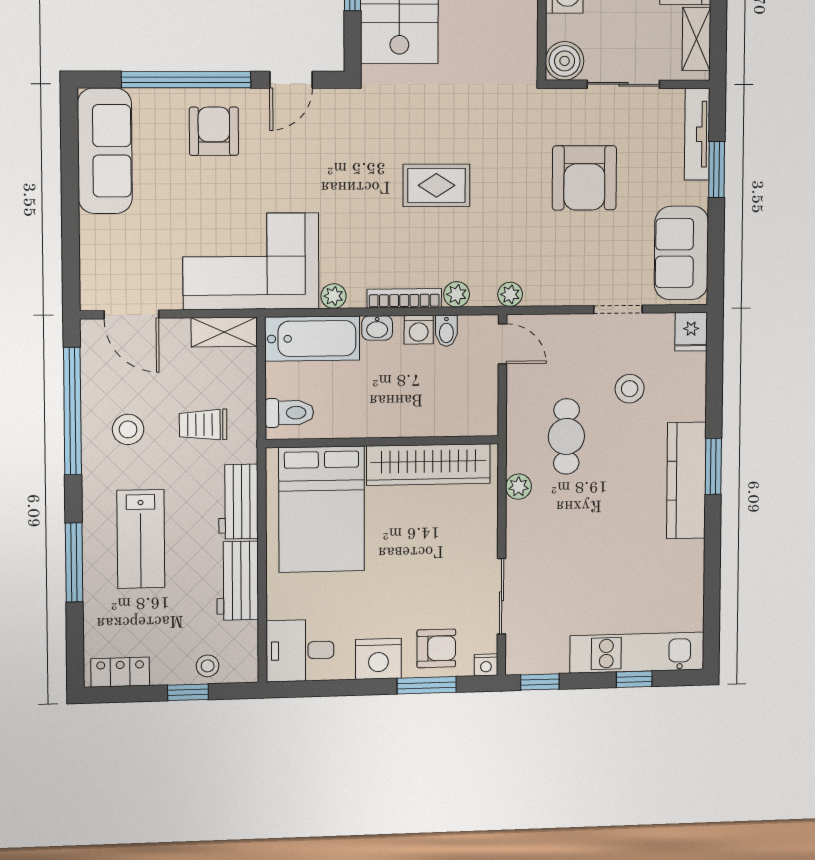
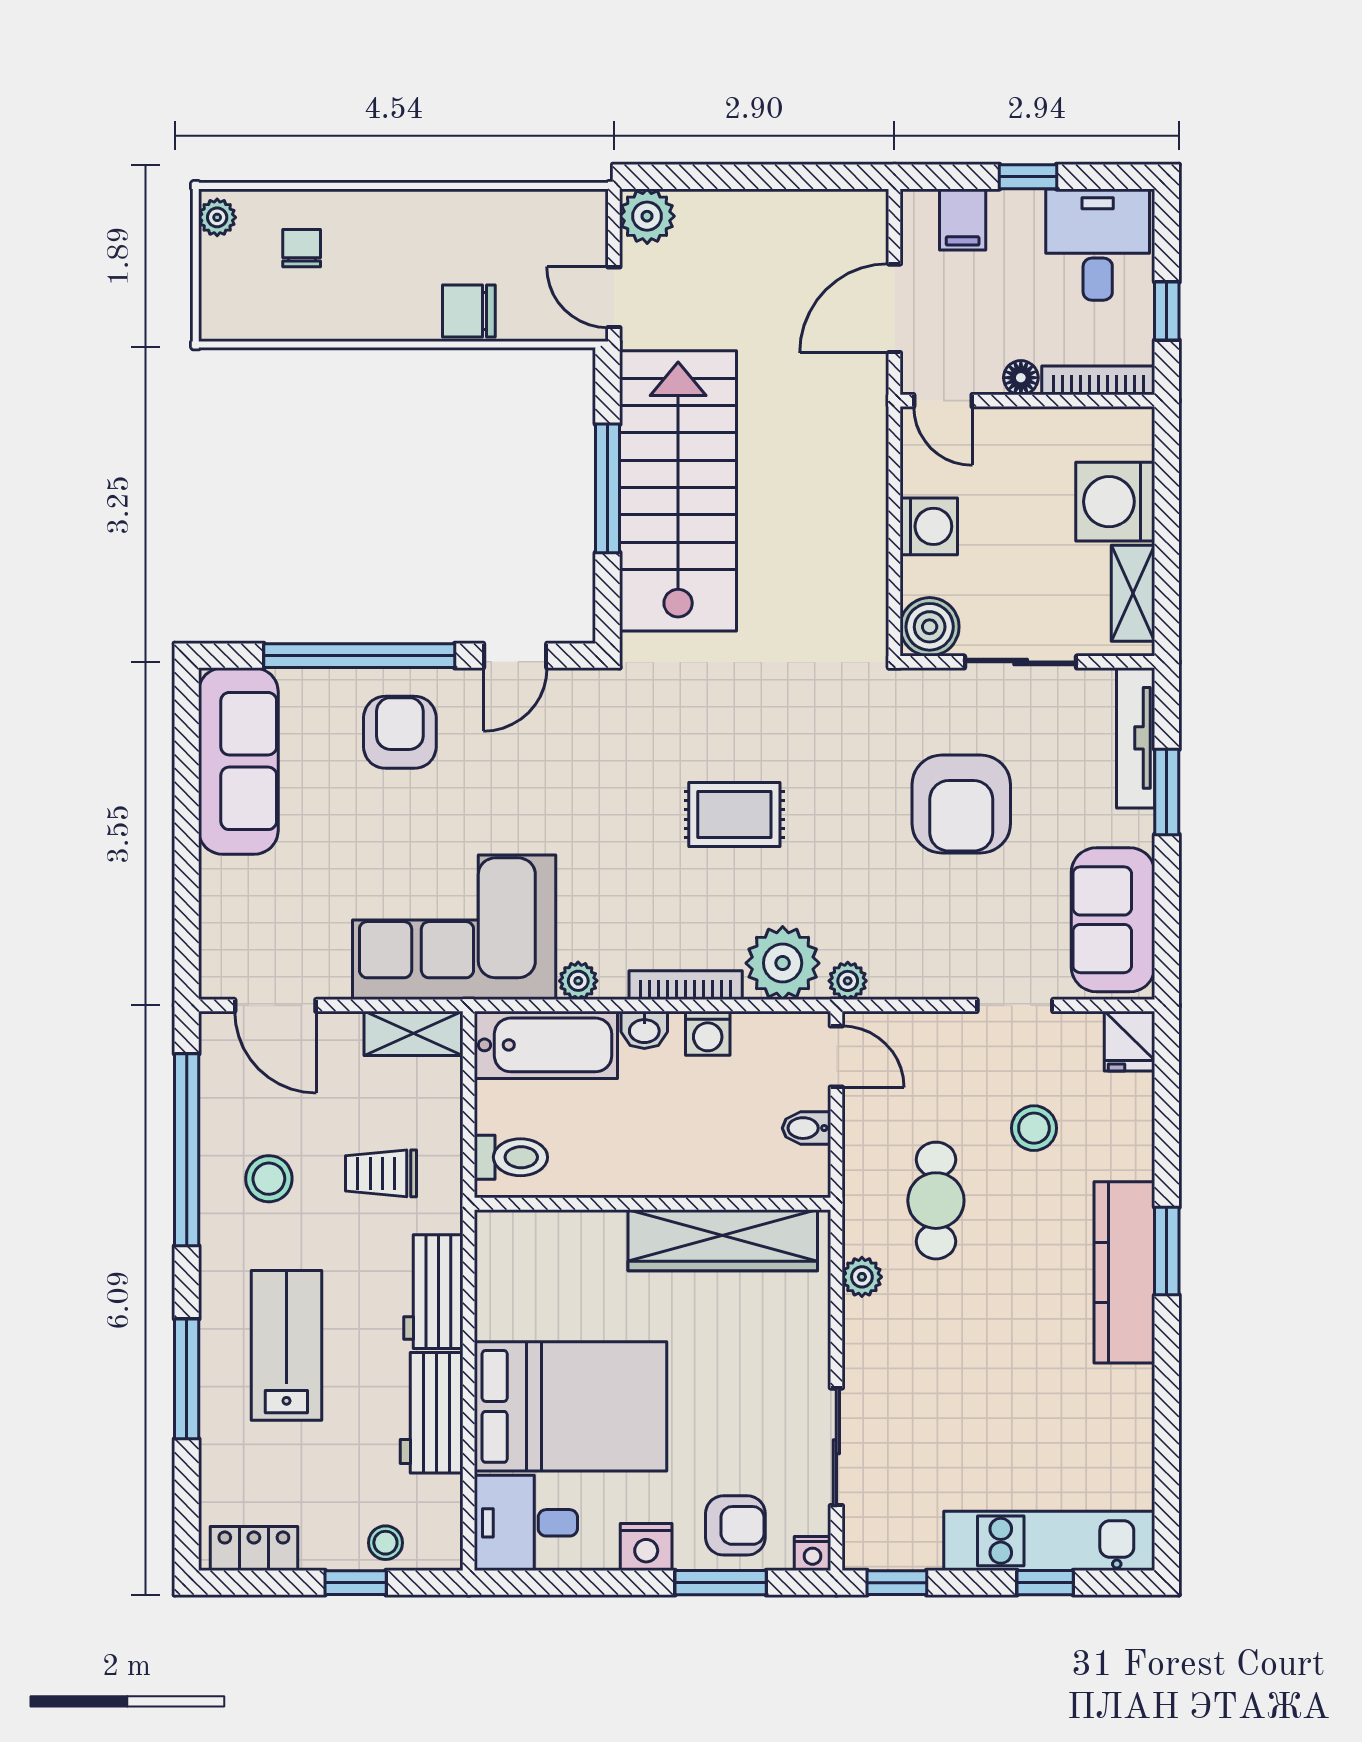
plant: (457, 294) -> (783, 963), width x1.87, depth x1.87
bidet: (446, 331) -> (806, 1128), moved, turned 90
bed: (322, 509) -> (571, 1406), moved, turned -90
lab bench: (141, 539) -> (286, 1345), turned 180
nightstand: (378, 659) -> (646, 1547), width x0.74, depth x0.75

